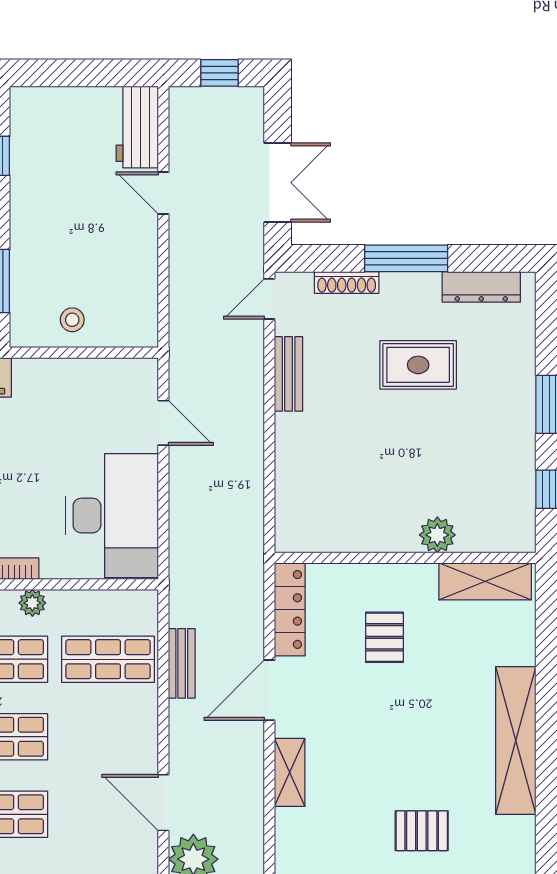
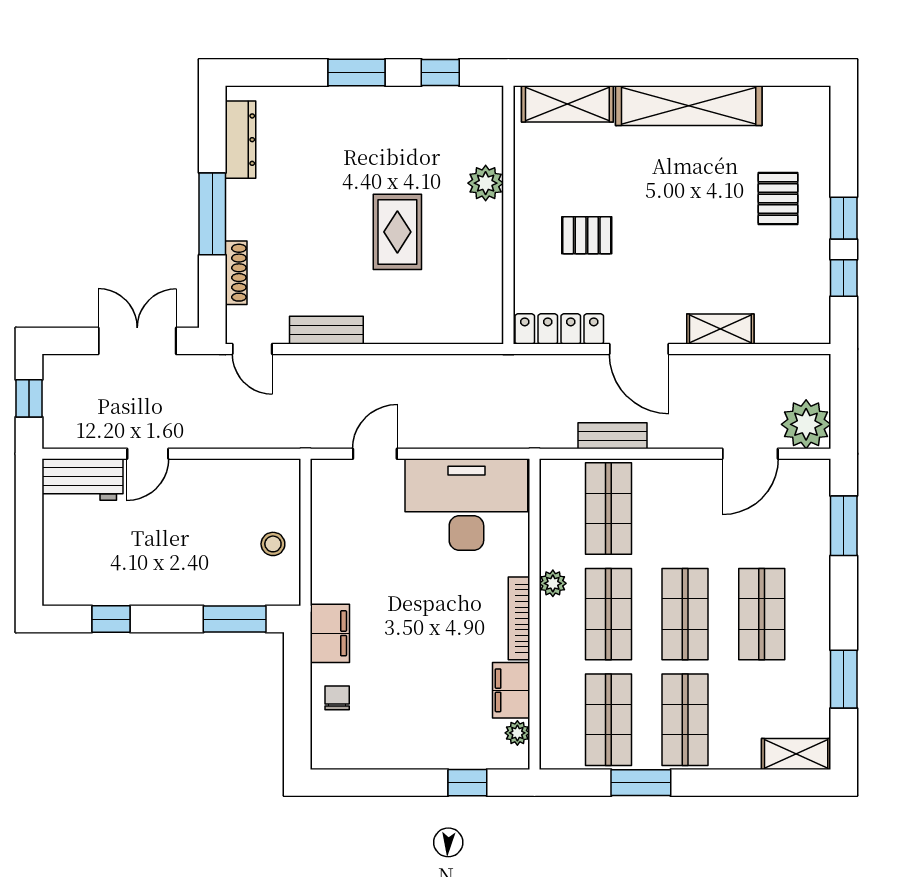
rug: (418, 365) -> (397, 232), moved
shelving: (485, 581) -> (567, 104), moved, turned 90

